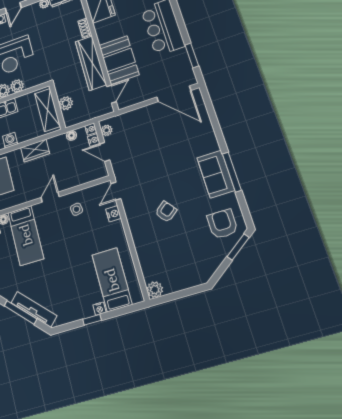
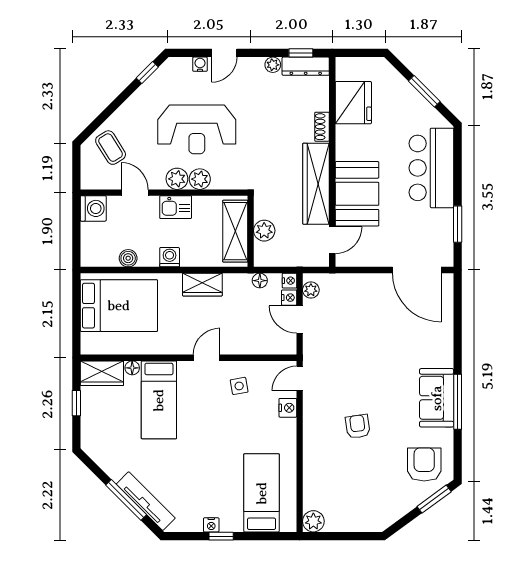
armchair: (166, 212) -> (358, 426), turned -60
nightstand: (99, 309) -> (211, 525), moved

